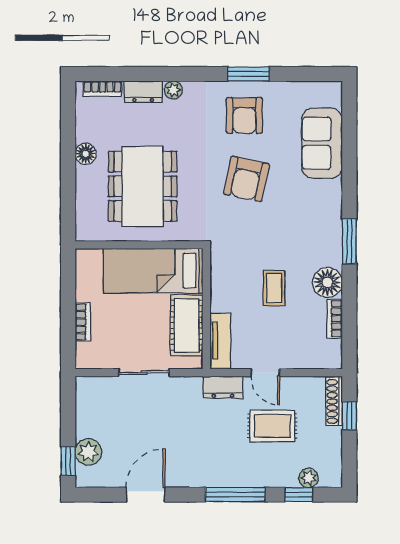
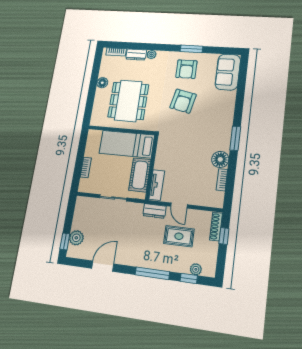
sofa: (322, 143) -> (228, 72), moved
coffee table: (274, 288) -> (190, 160), removed

